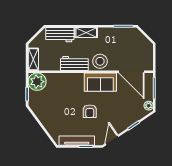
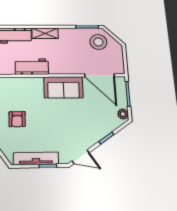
stool: (100, 61) -> (98, 42), moved
armchair: (90, 111) -> (17, 119), moved
door: (112, 140) -> (80, 157), swing flipped

